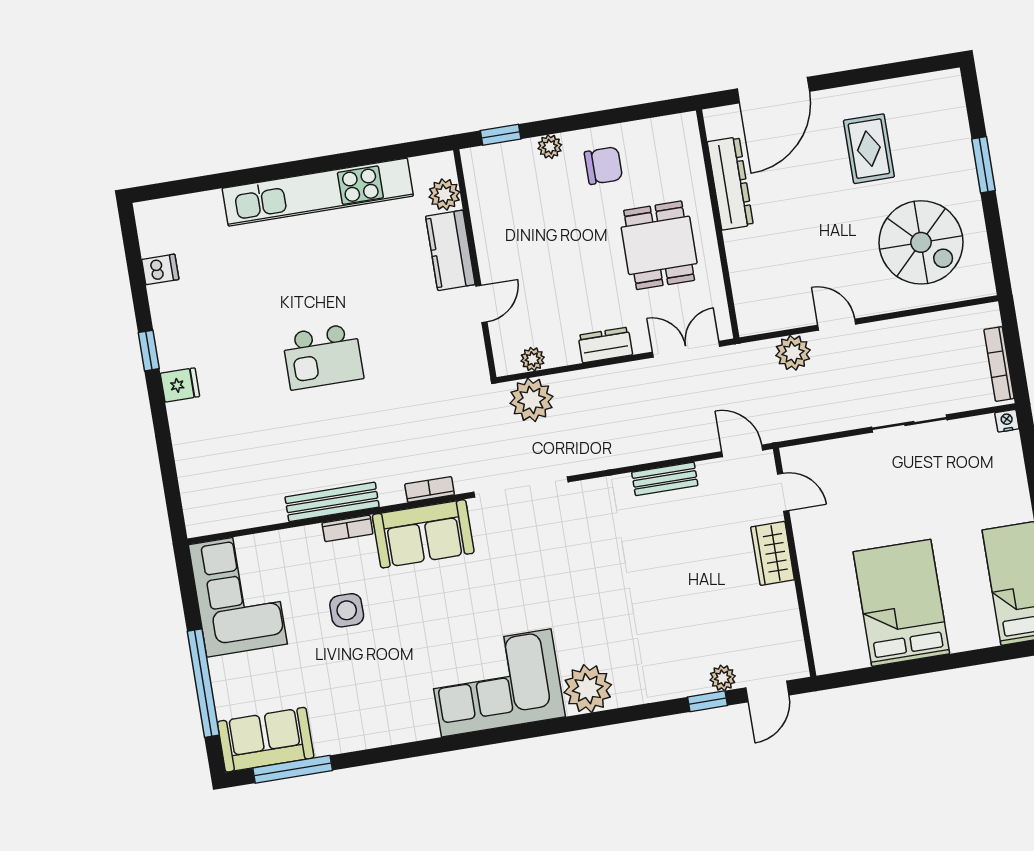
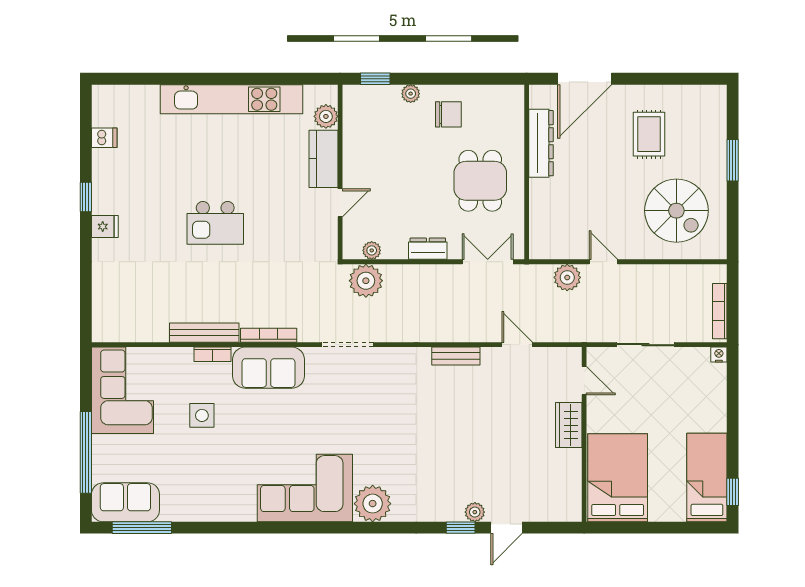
doorway: (521, 487) -> (347, 345), width x0.73
bookcase: (430, 489) -> (269, 335), width x1.56
door: (783, 492) -> (584, 381), moved
wardrobe: (773, 553) -> (569, 425), moved
wall: (795, 562) -> (584, 434), moved

